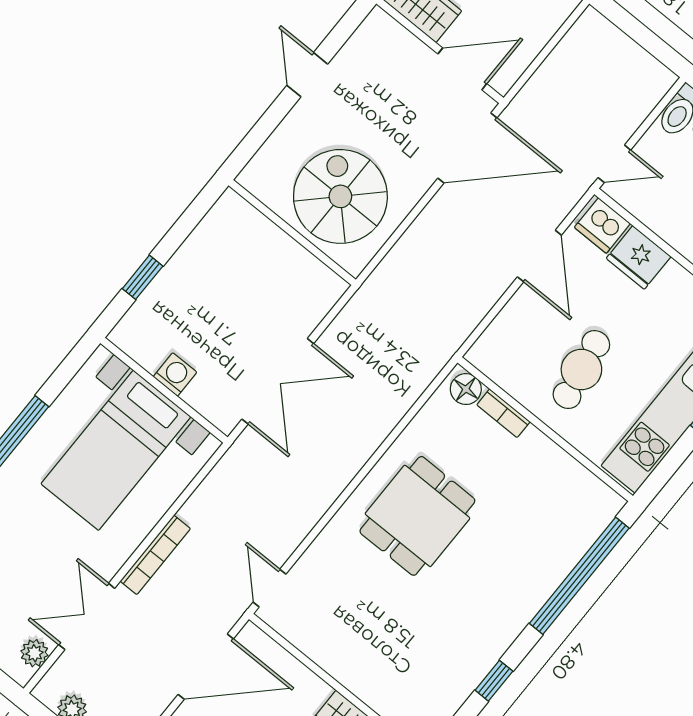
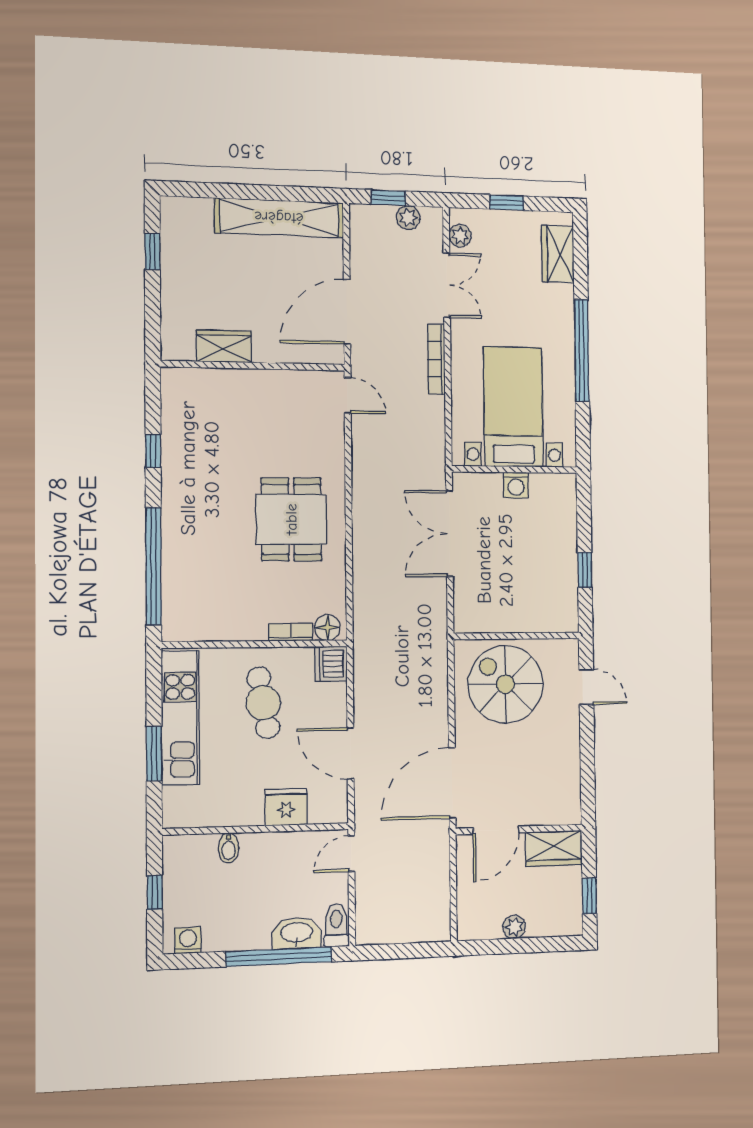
door: (307, 75) -> (586, 687), moved
spiral stairs: (340, 196) -> (506, 684), turned 180
dishwasher: (602, 225) -> (331, 664), moved, turned -90
window: (143, 277) -> (585, 570), moved

